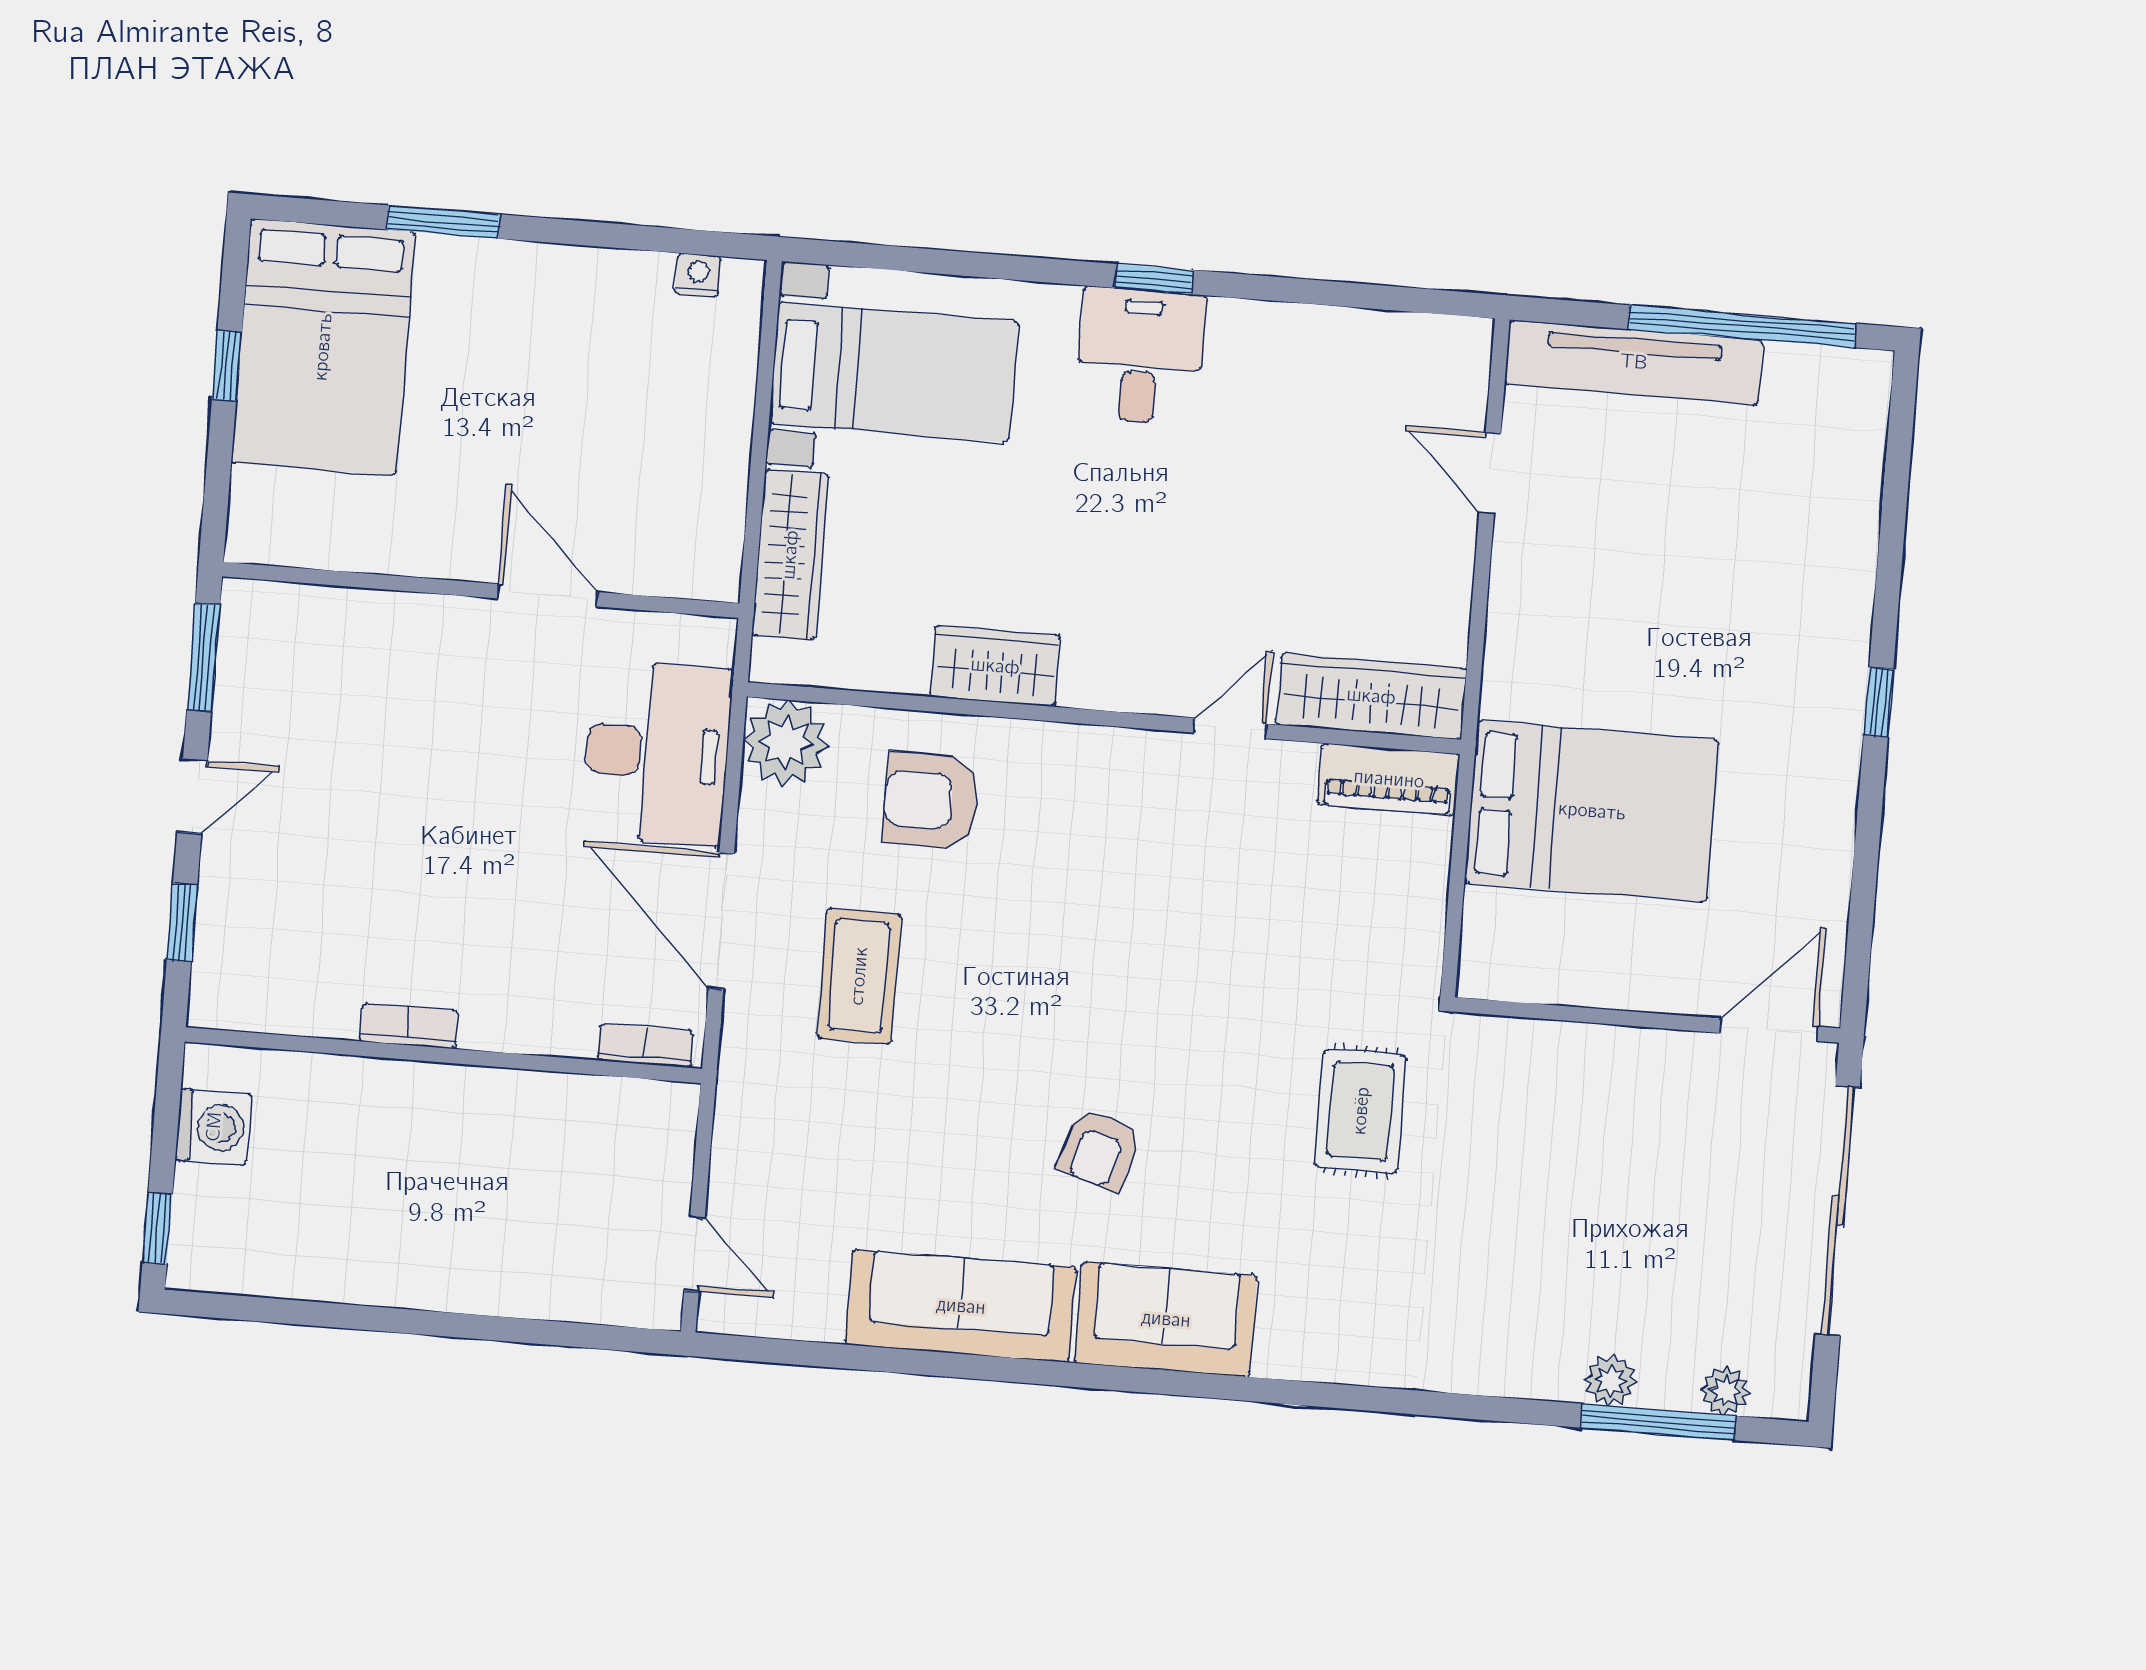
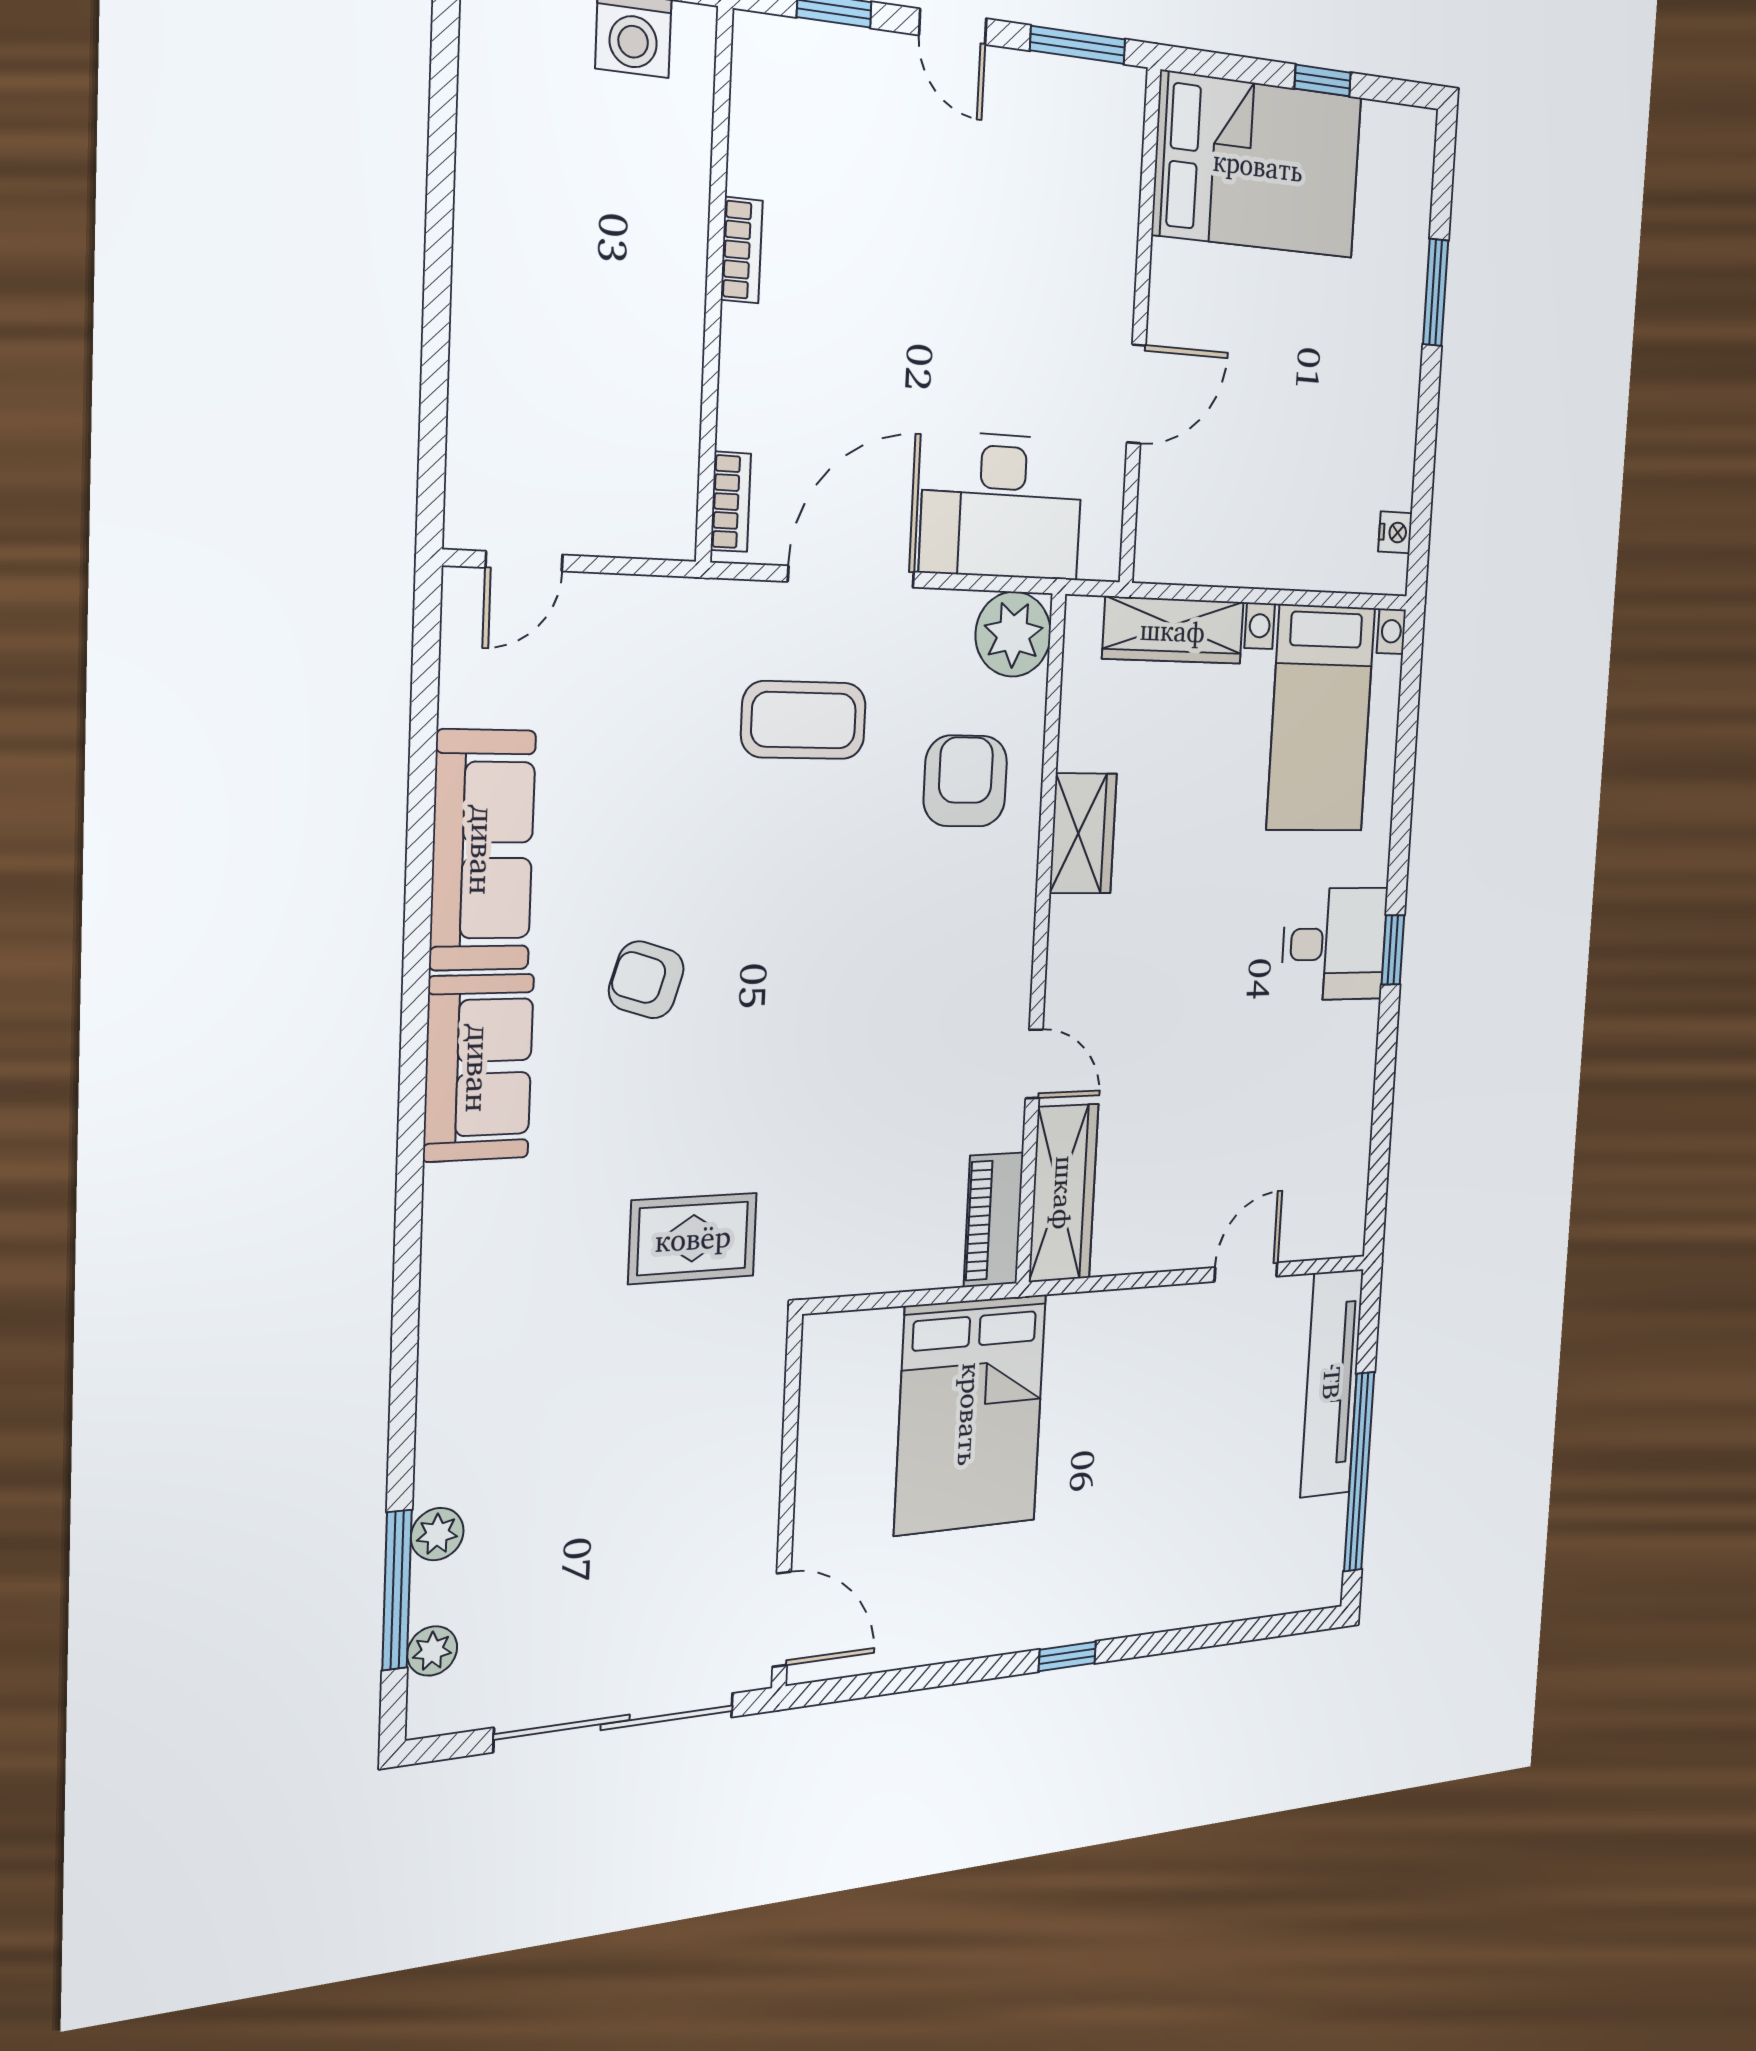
bed: (323, 347) -> (1258, 165), moved, turned 180

